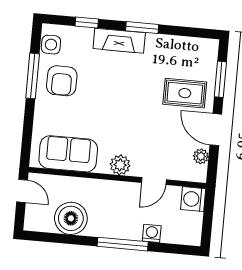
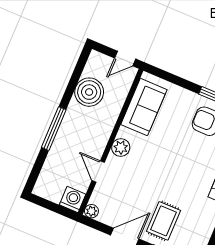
plant: (201, 156) -> (91, 211), moved
washing machine: (152, 233) -> (55, 156), removed

